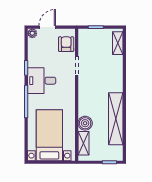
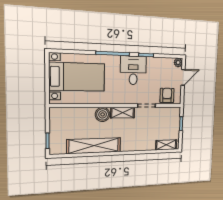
door: (47, 27) -> (183, 77), hinge flipped
armchair: (66, 44) -> (167, 95), turned -90
boiler: (85, 123) -> (103, 114), moved
shelving: (83, 143) -> (123, 113), moved

